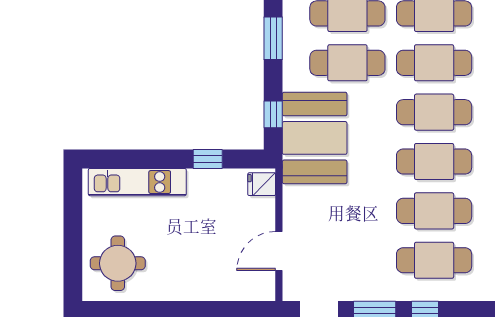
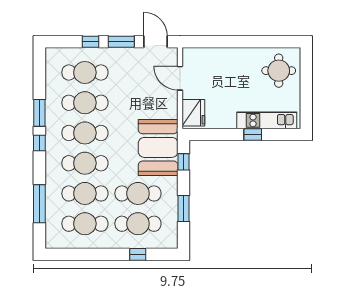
window: (208, 159) -> (253, 135), moved
fridge: (262, 184) -> (193, 113), width x1.88, depth x1.34
door: (279, 251) -> (180, 78), swing flipped

